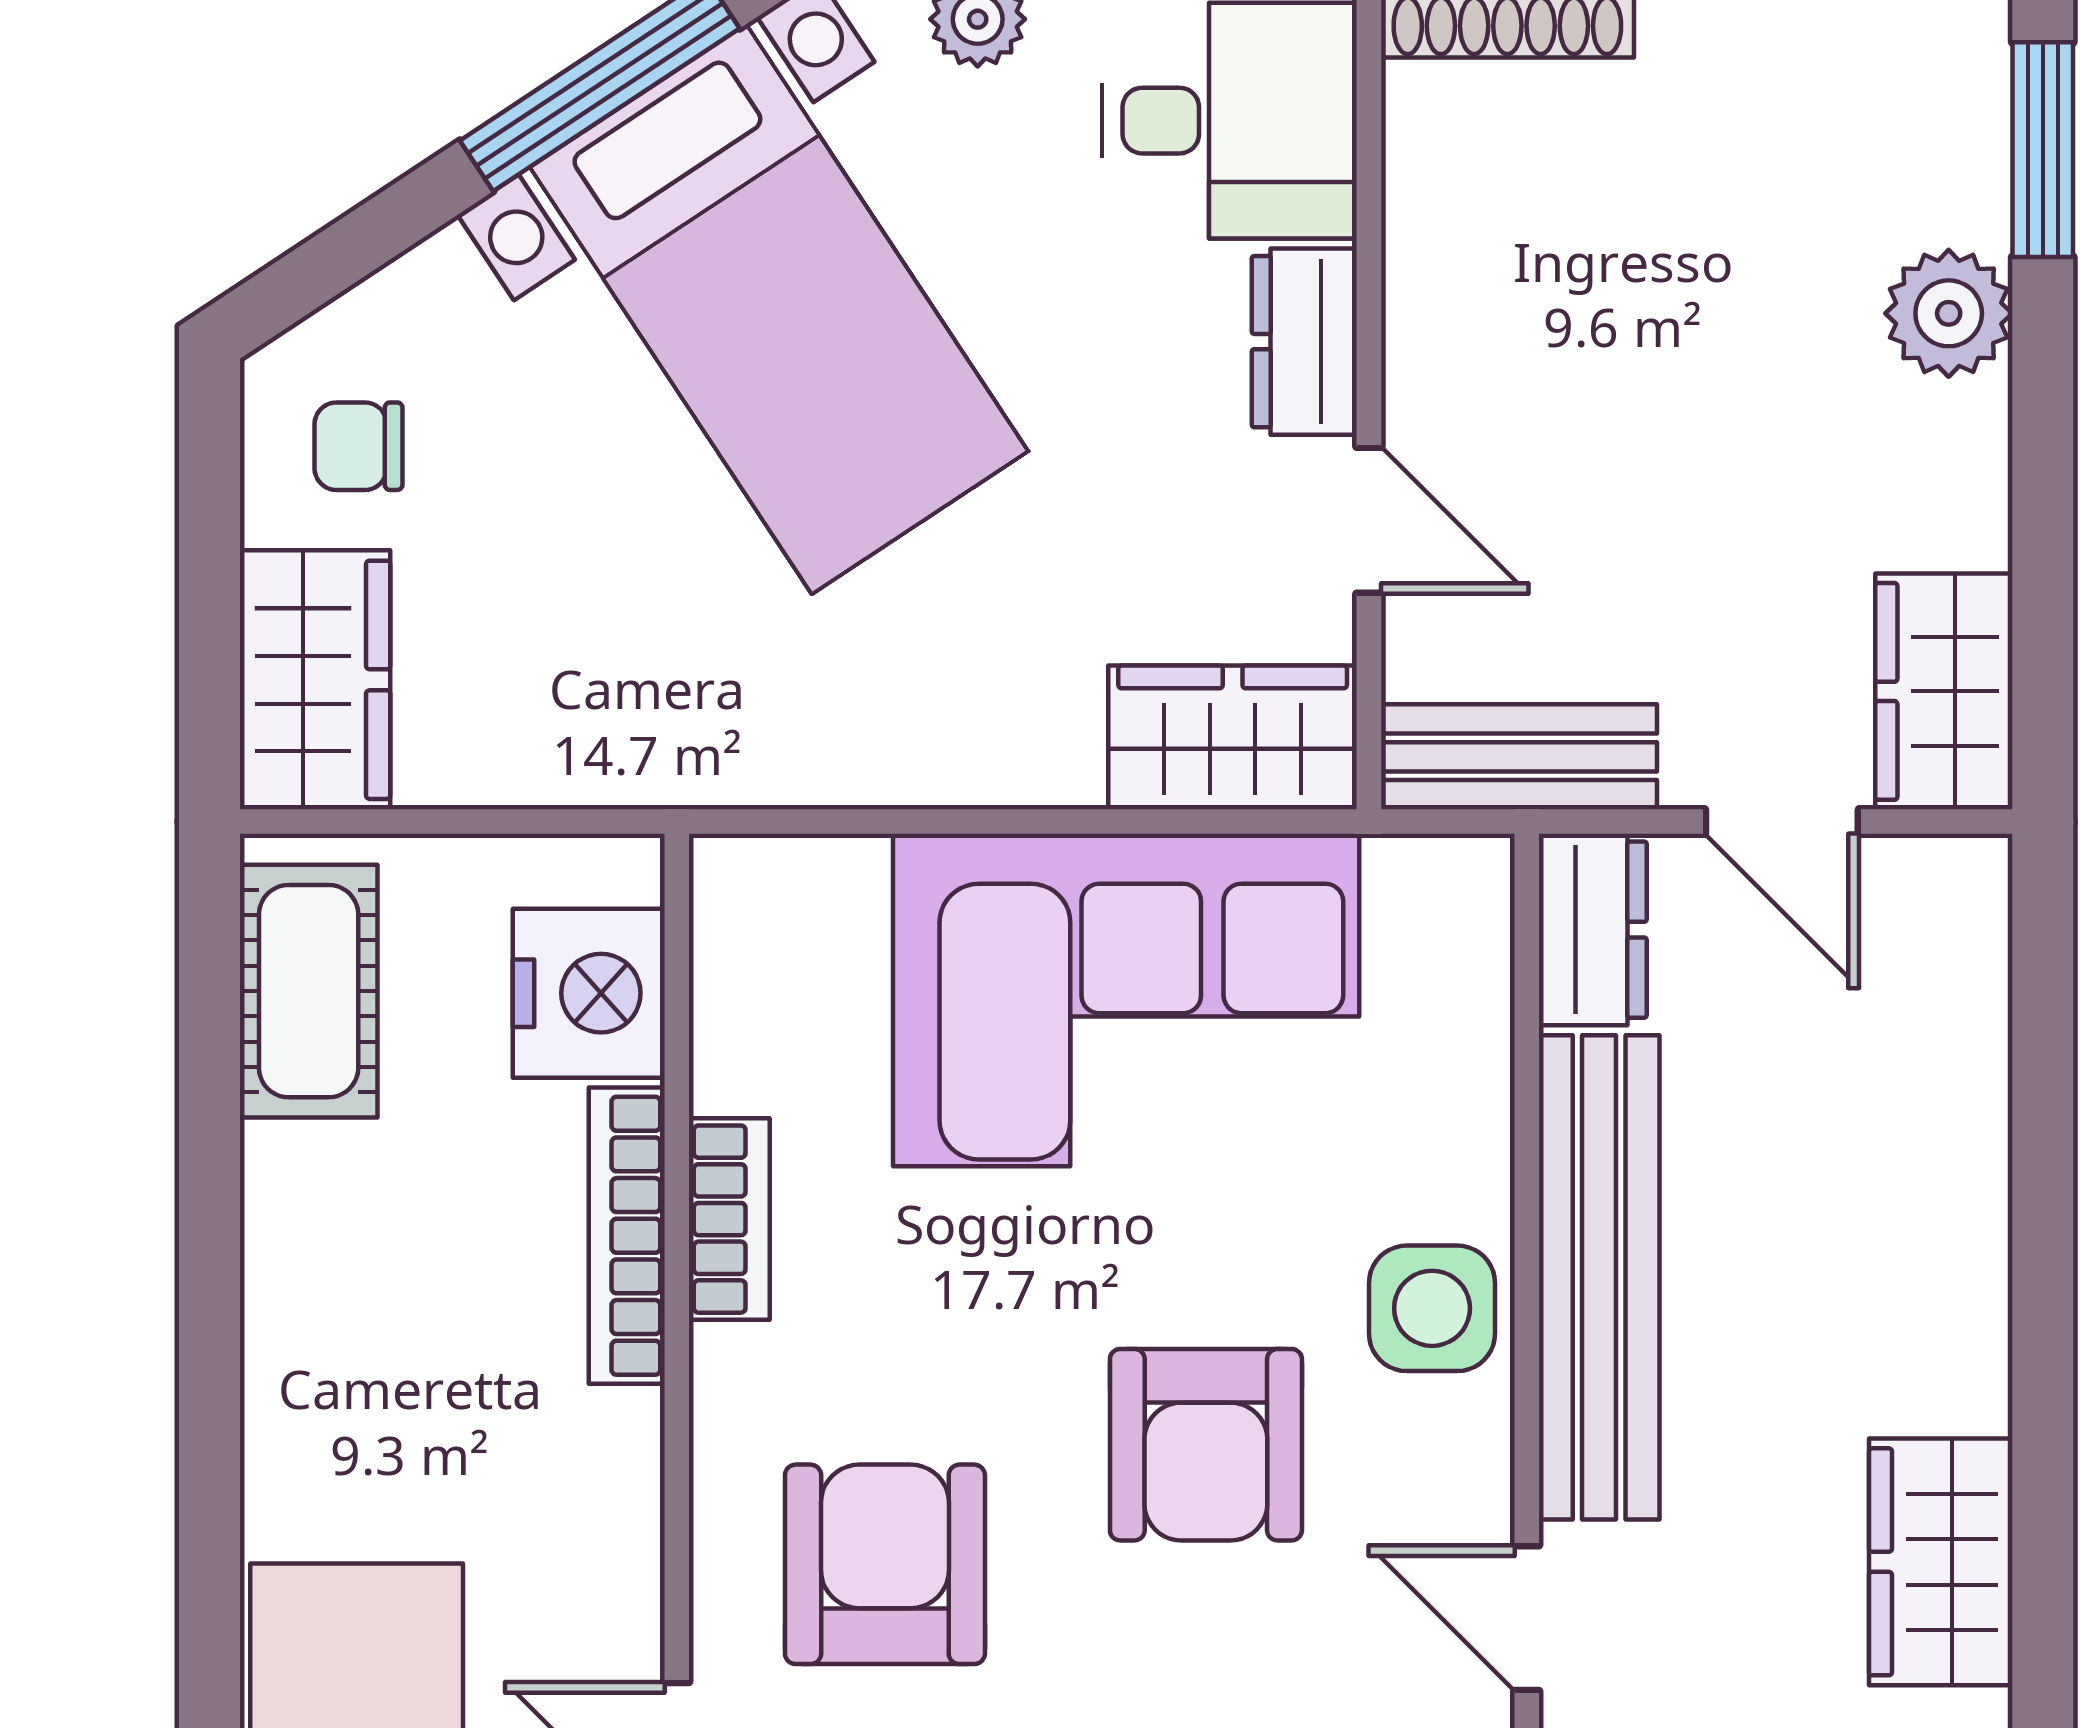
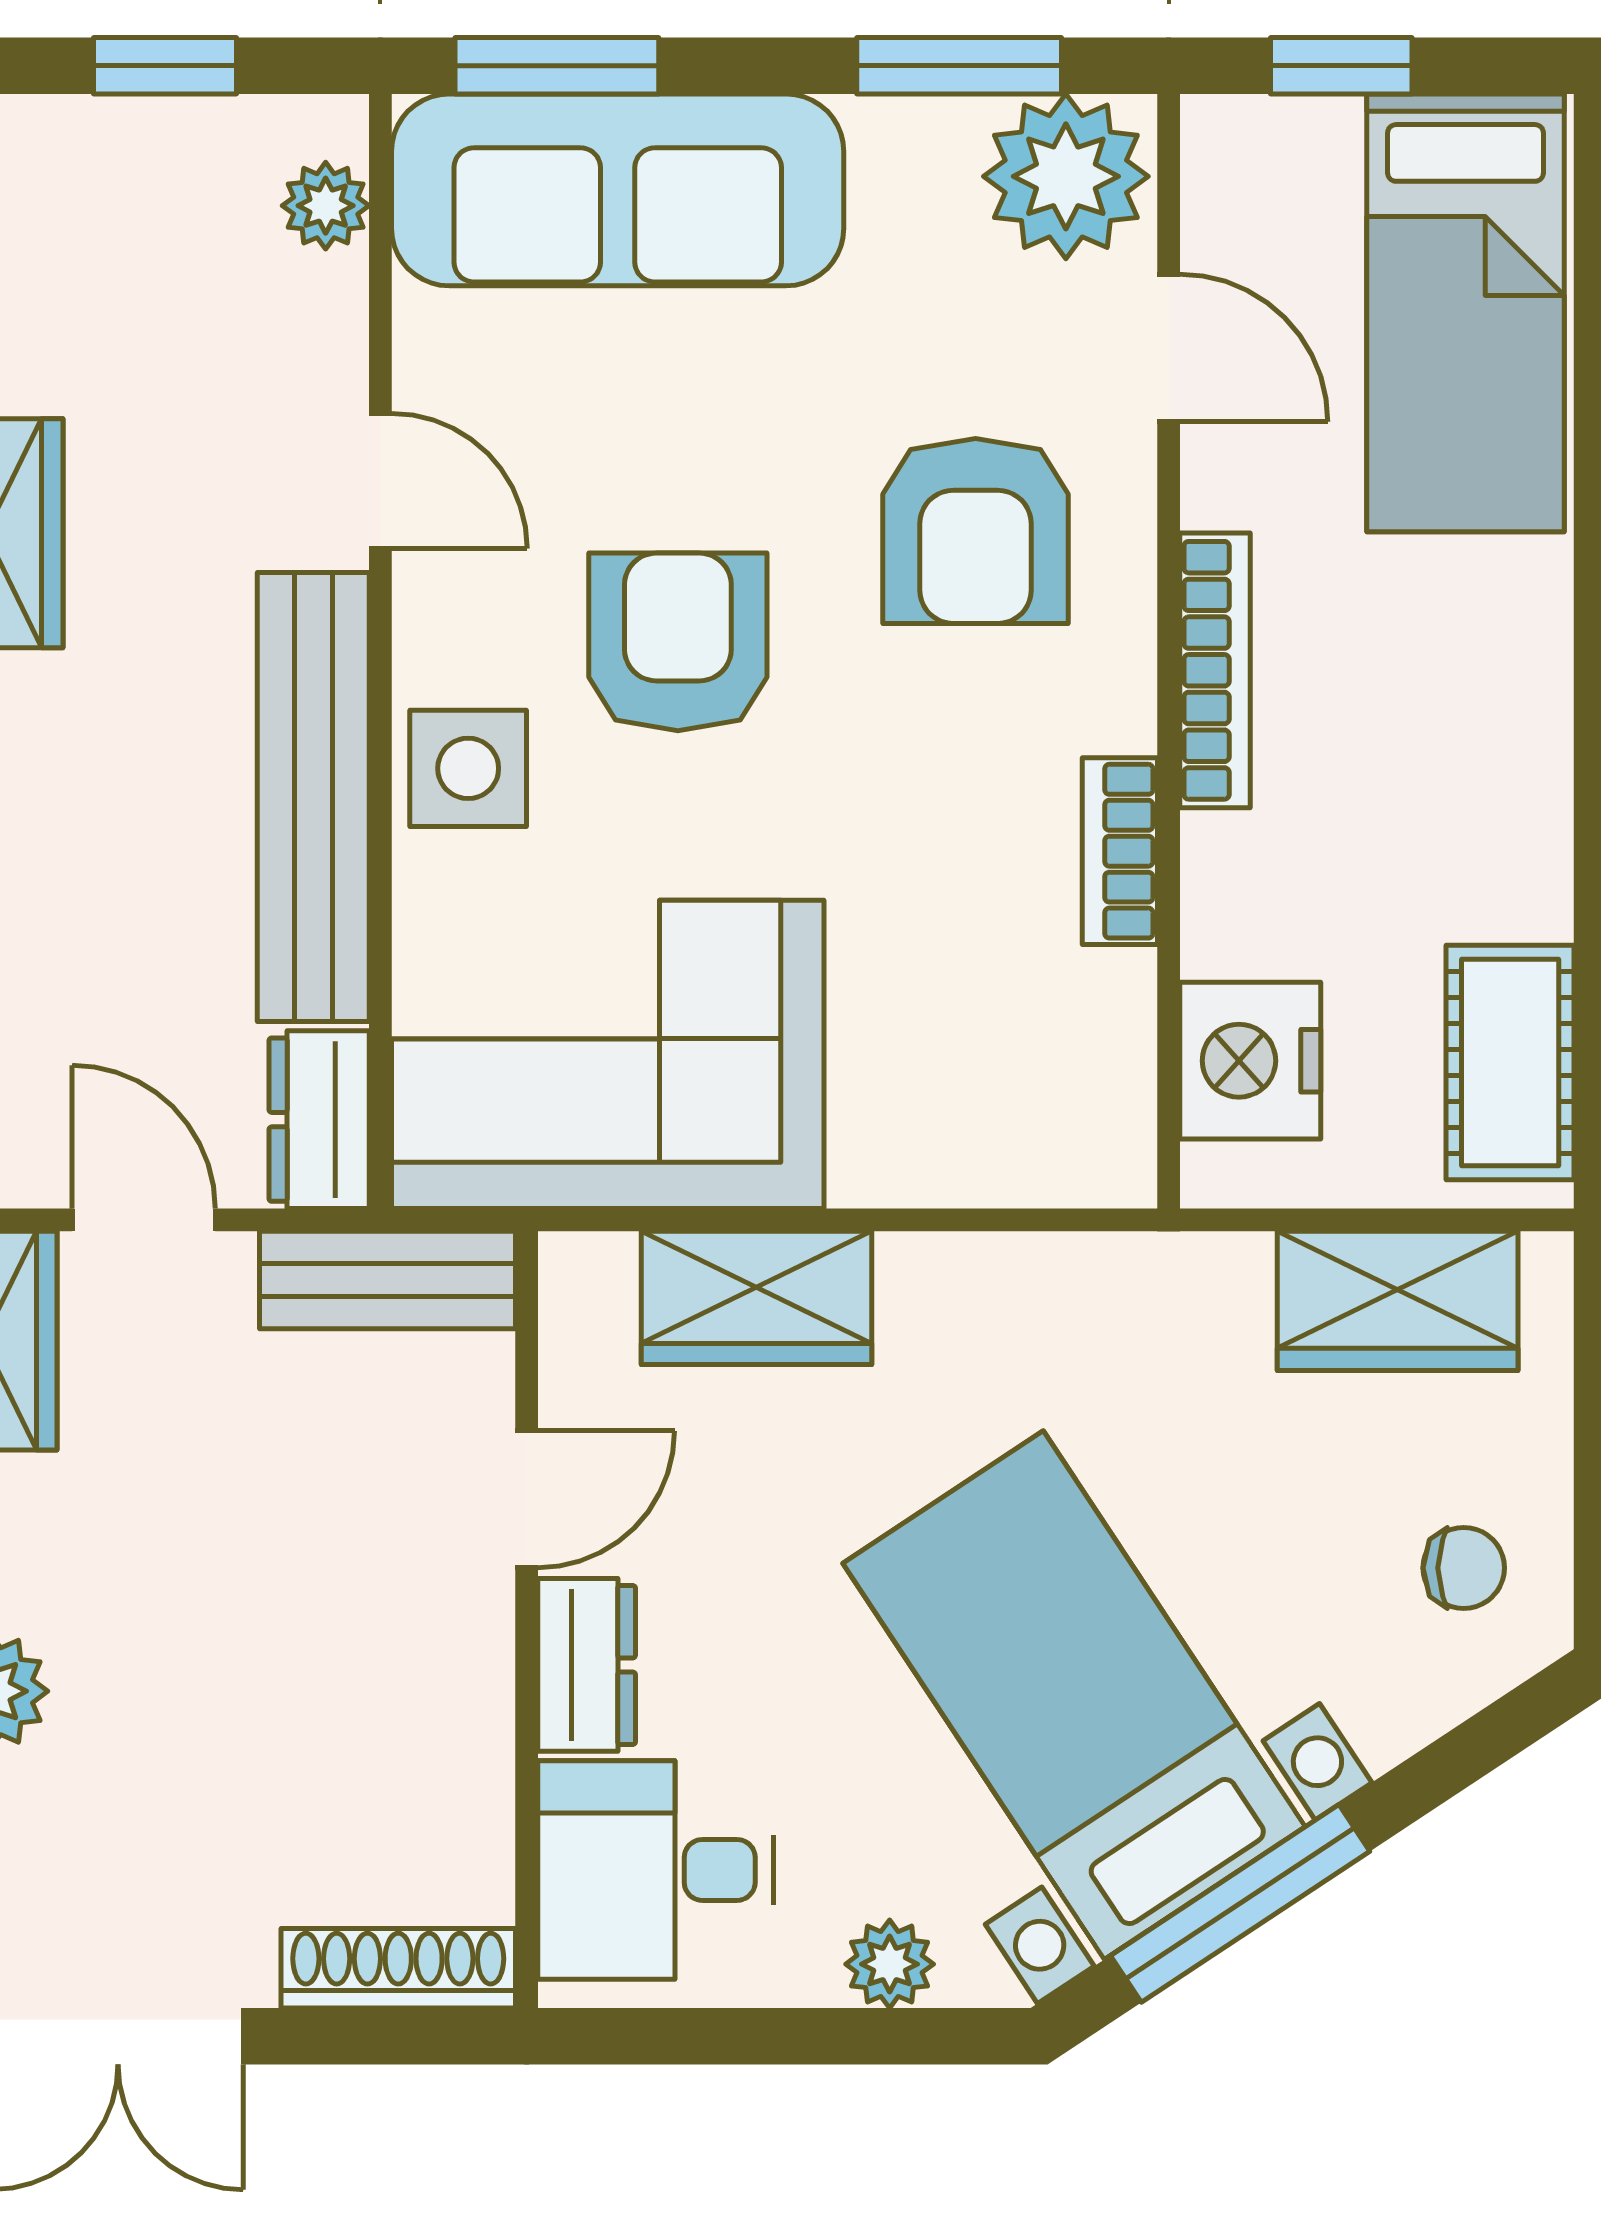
door: (1369, 520) -> (527, 1499), swing flipped
wardrobe: (315, 680) -> (1398, 1301), moved, turned -90
wardrobe: (1233, 737) -> (756, 1298), moved
corner sofa: (1126, 1000) -> (608, 1054), moved
bookcase: (627, 1236) -> (1215, 670), moved

